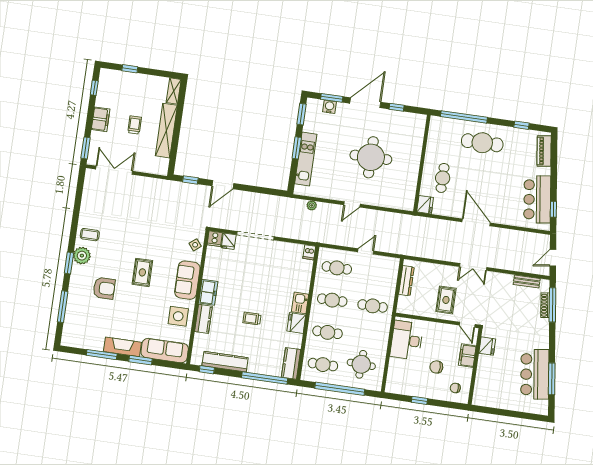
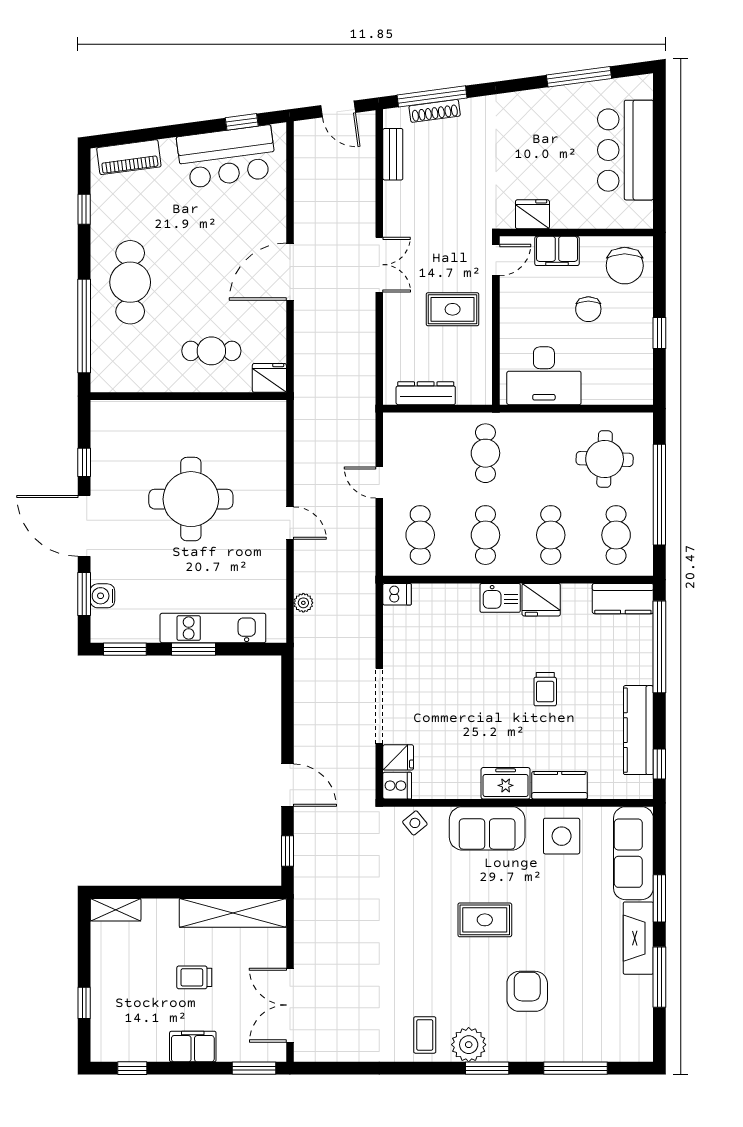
shelving: (166, 131) -> (233, 913), moved
bar counter: (535, 374) -> (625, 150), moved, turned 98
chair: (455, 388) -> (625, 266), width x1.87, depth x1.87

